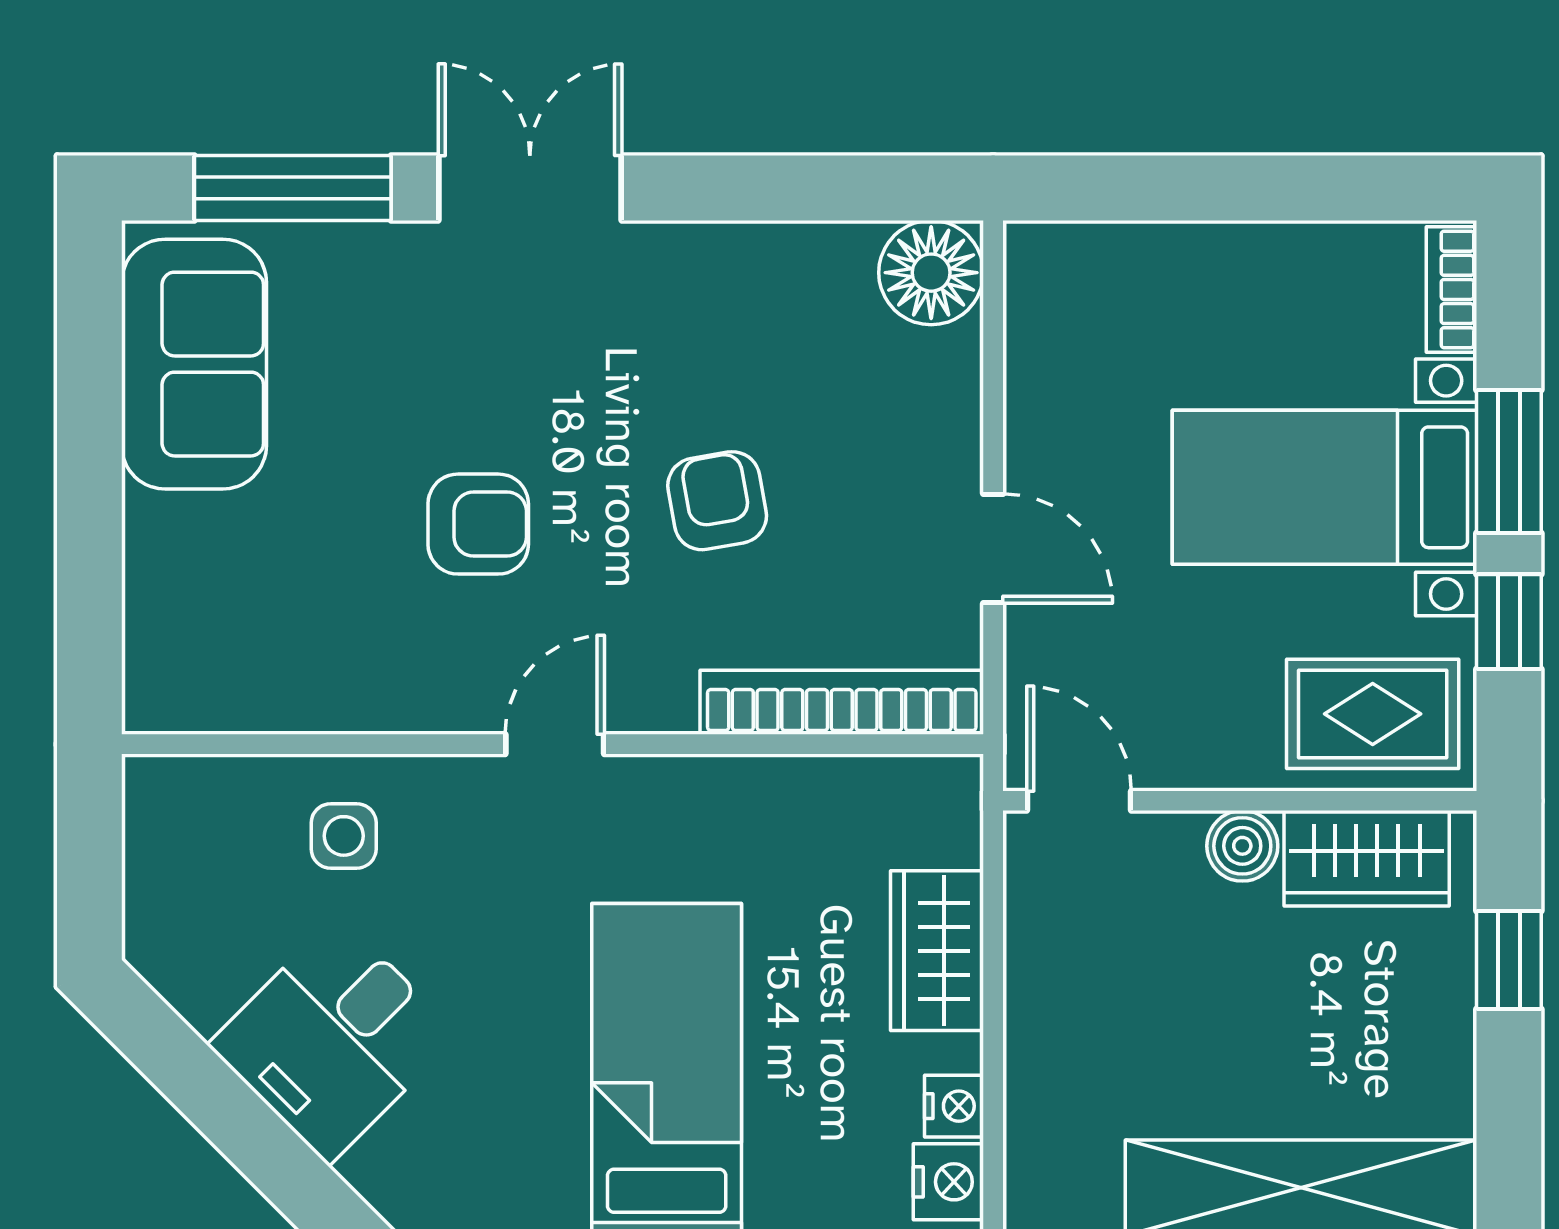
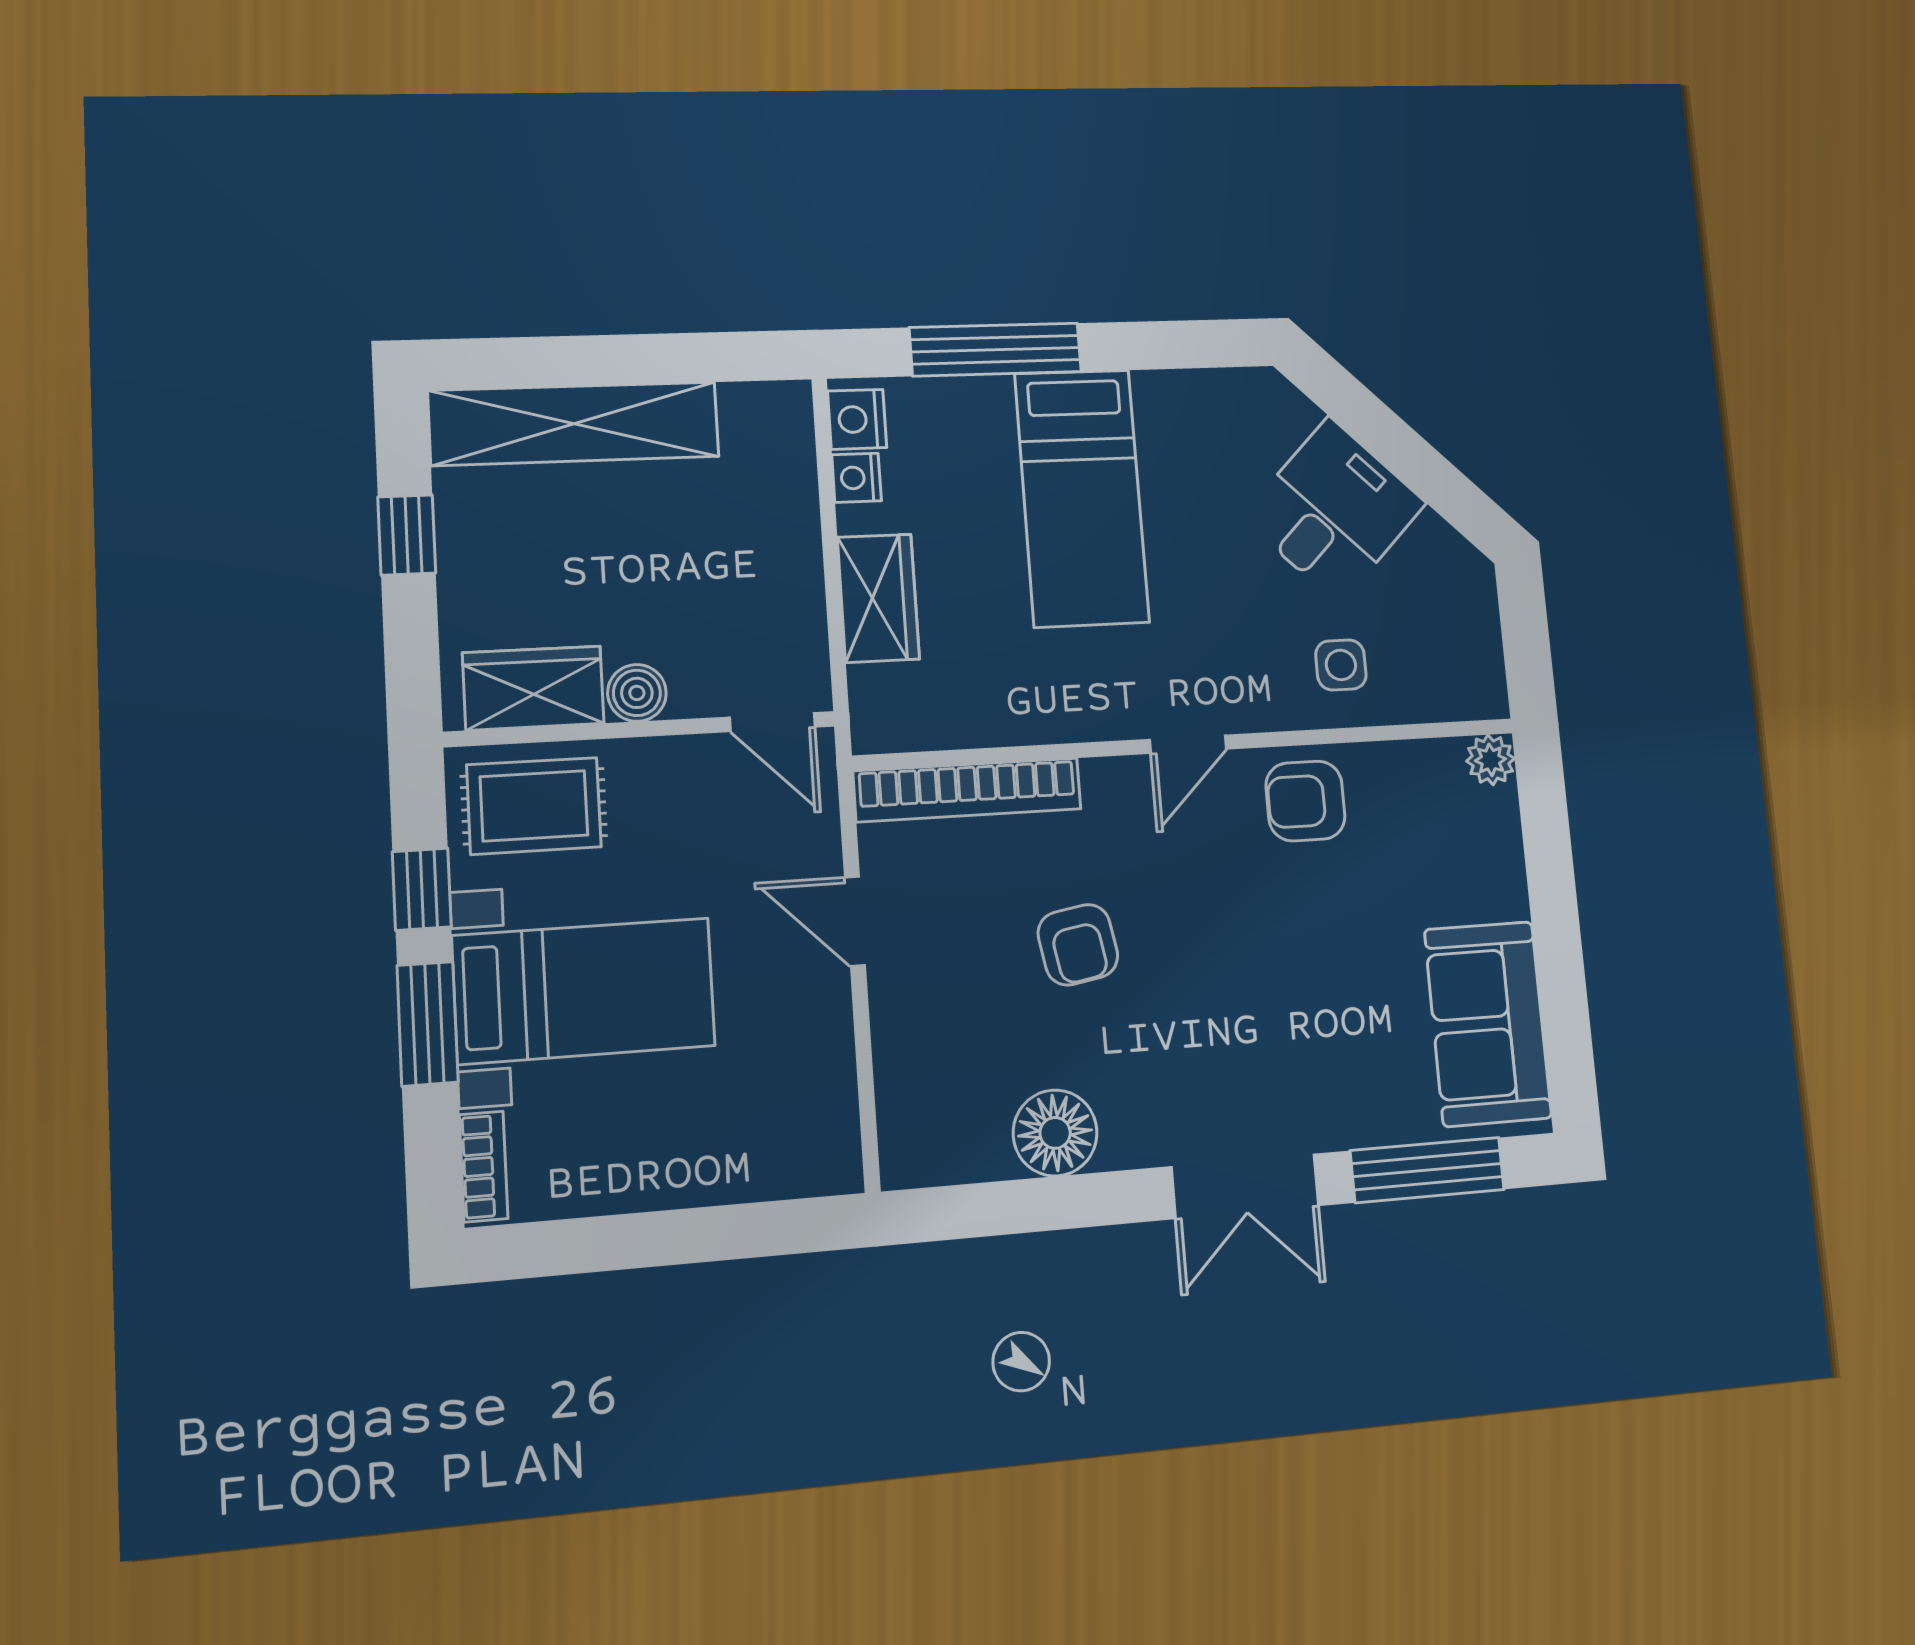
floor lamp: (931, 273) -> (1055, 1133), moved
armchair: (478, 524) -> (1305, 801), moved
plant: (155, 702) -> (1491, 760), added
window: (1509, 960) -> (407, 535), moved

